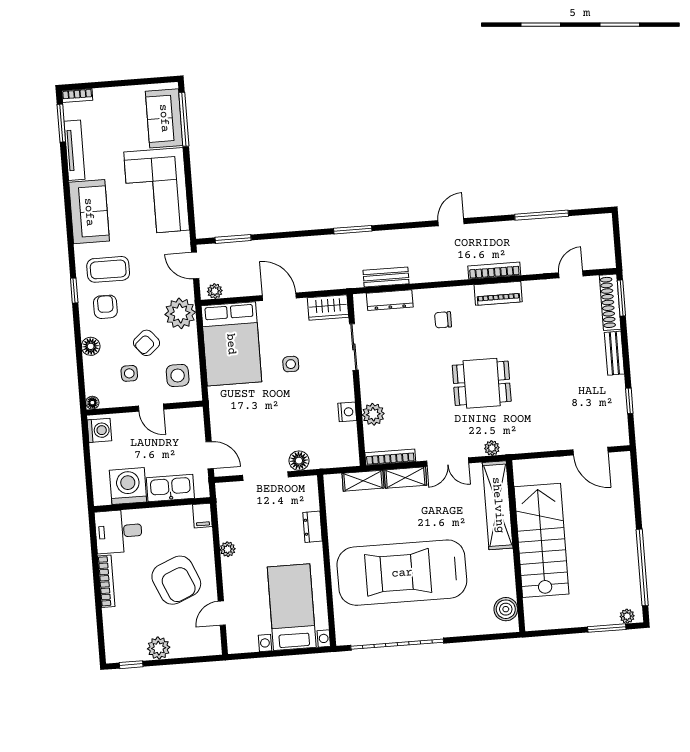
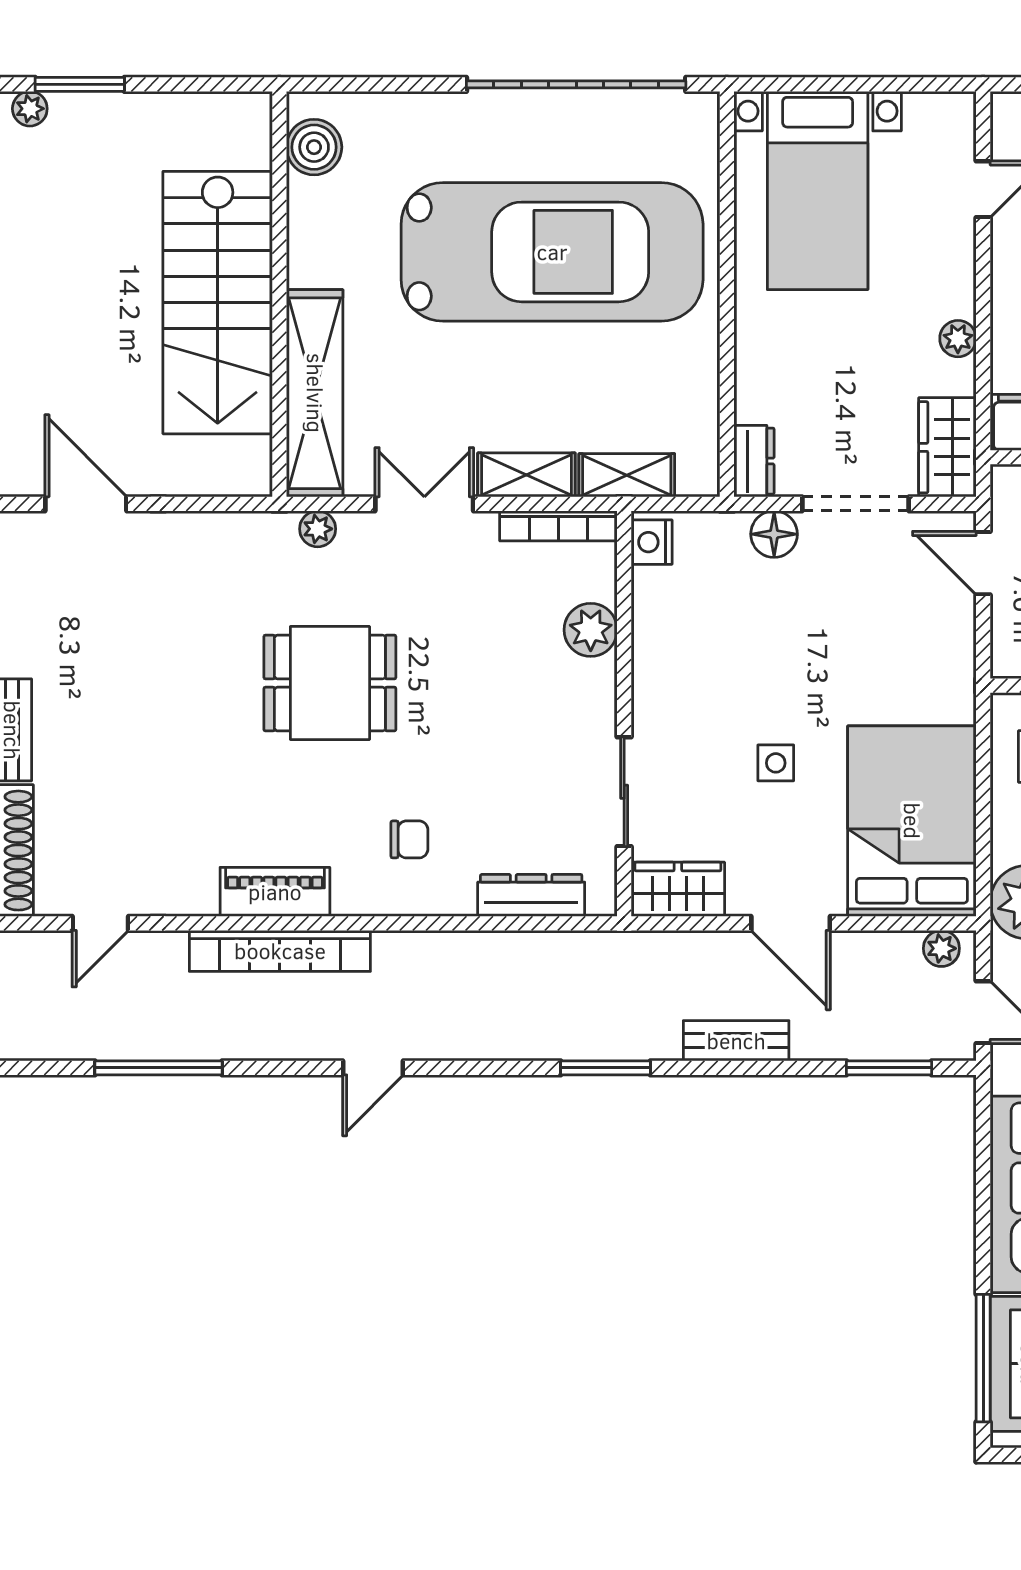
bookcase: (494, 271) -> (280, 951), width x1.48, depth x1.31
bench: (386, 277) -> (736, 1041), moved
nightstand: (347, 412) -> (652, 542), moved
wardrobe: (229, 503) -> (947, 447), added
dresser: (313, 527) -> (754, 461), moved

